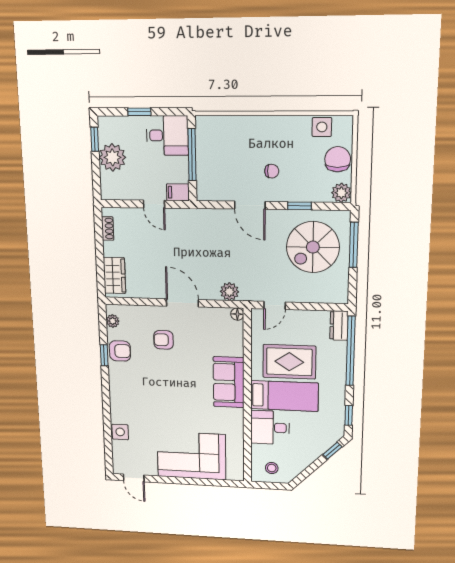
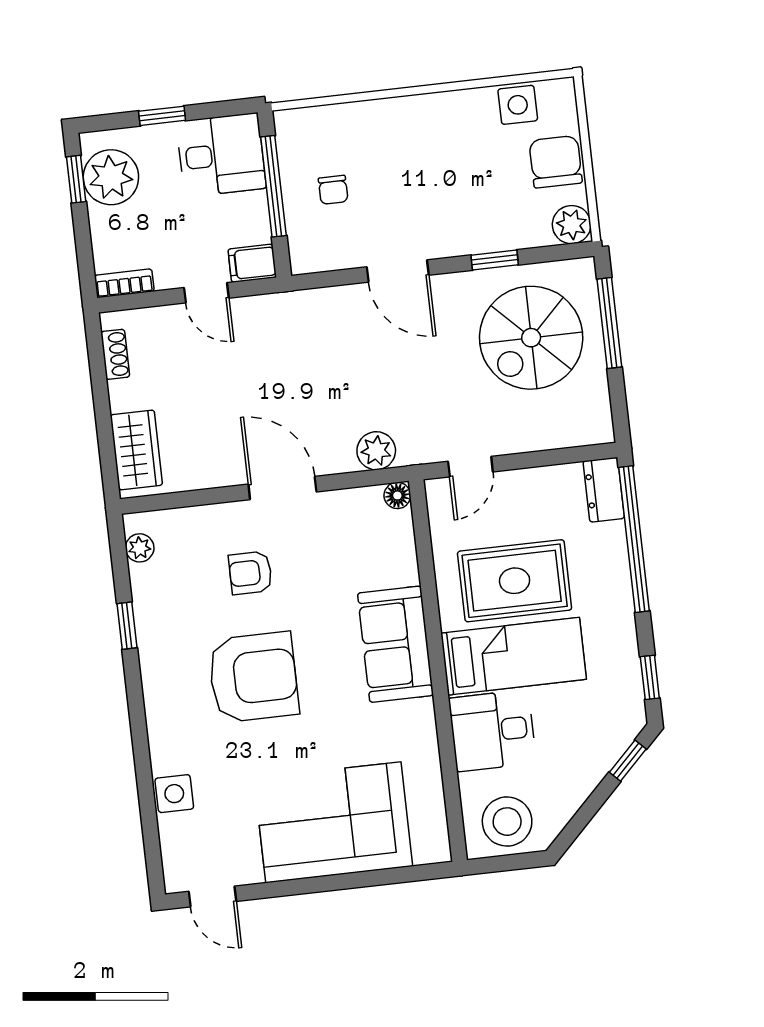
plant: (112, 157) -> (111, 177), moved
chair: (272, 171) -> (333, 190), moved, turned 90
bookcase: (114, 194) -> (124, 283), added
armchair: (120, 351) -> (253, 677), moved, width x1.88, depth x1.88
stool: (272, 468) -> (507, 822), width x1.89, depth x1.89

